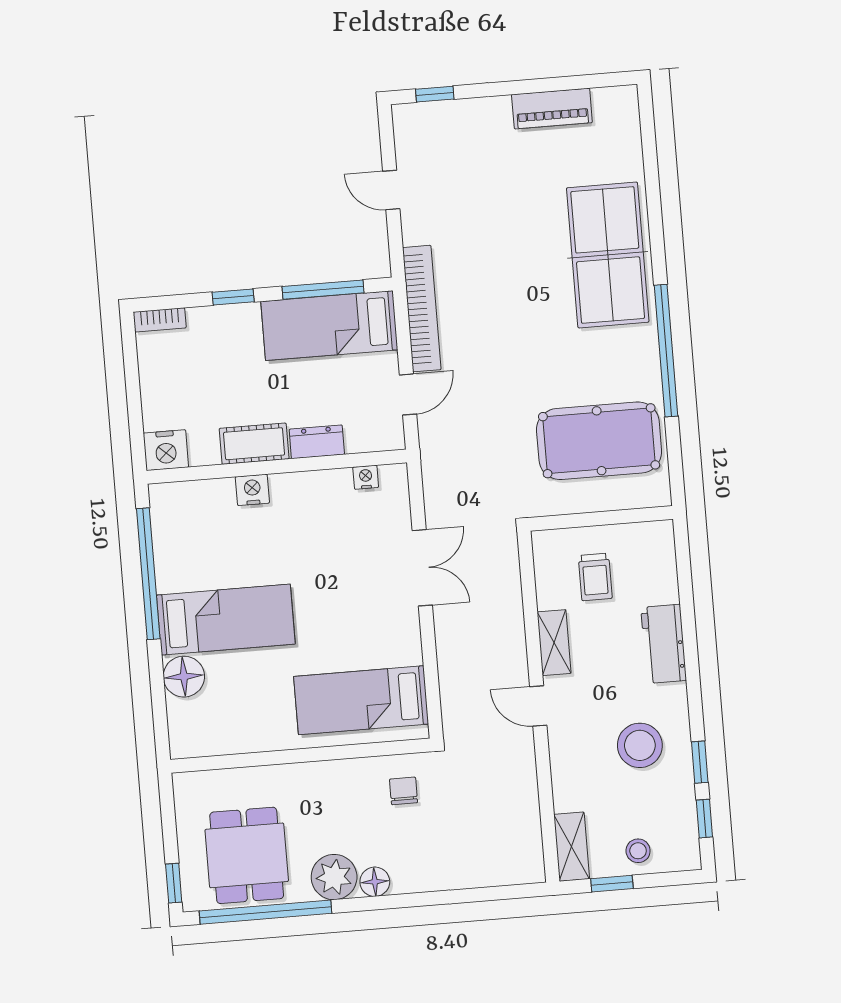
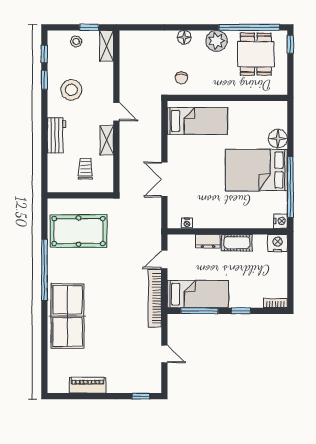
nightstand: (252, 490) -> (281, 221), moved, turned -90
bed: (226, 620) -> (256, 170), width x1.50
floor lamp: (375, 882) -> (184, 37), moved

